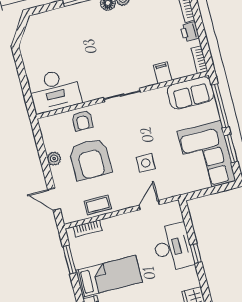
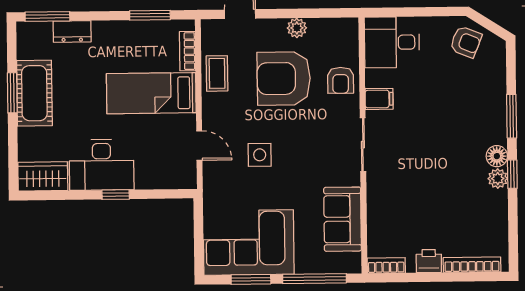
armchair: (36, 42) -> (466, 42), added
filing cabinet: (163, 73) -> (379, 99), moved
desk: (55, 91) -> (392, 42), width x0.73
sofa: (191, 93) -> (343, 219), moved
armchair: (82, 121) -> (341, 80), turned -90
desk: (173, 247) -> (102, 165), moved
bed: (109, 276) -> (151, 93), moved, turned 90

